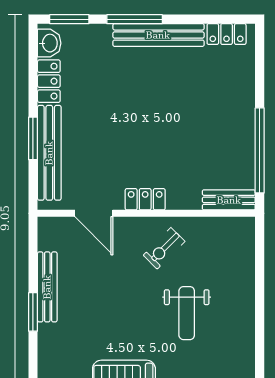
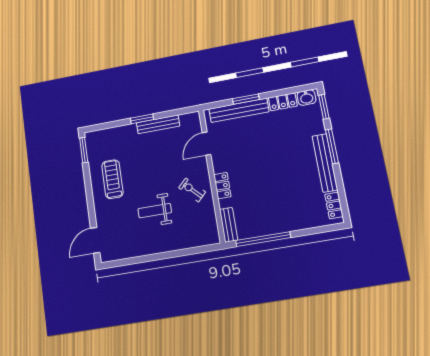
locker: (145, 199) -> (222, 186), moved

